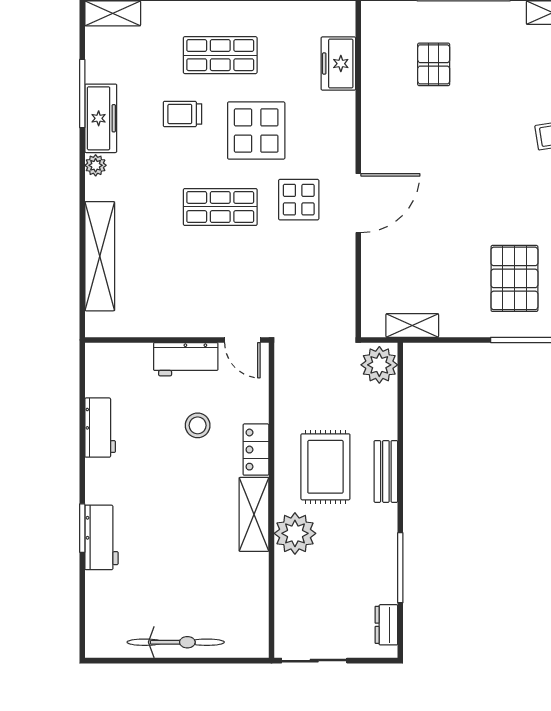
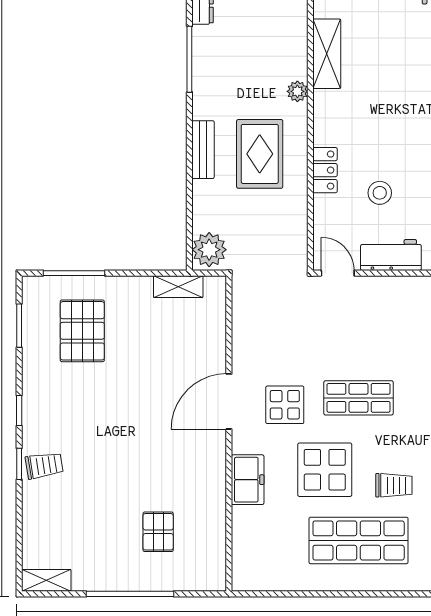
shop shelf: (220, 55) -> (359, 540), width x1.43, depth x1.36
freezer: (338, 64) -> (248, 480), moved
shelving: (254, 514) -> (327, 54), moved
plant: (295, 533) -> (297, 91), width x0.53, depth x0.53

